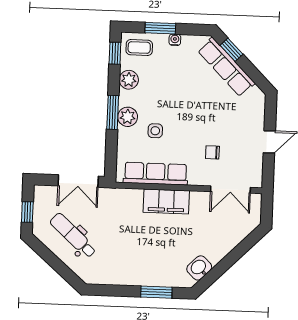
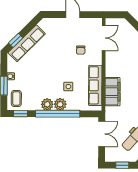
plant: (129, 80) -> (47, 104), moved
window: (113, 112) -> (58, 114), width x2.11
filing cabinet: (166, 201) -> (113, 92), moved

